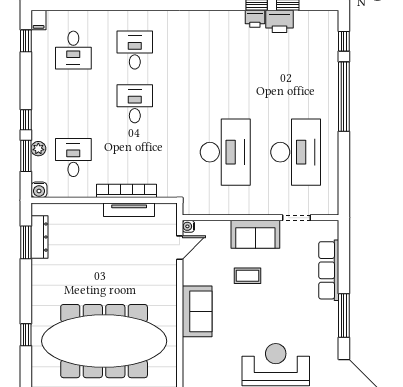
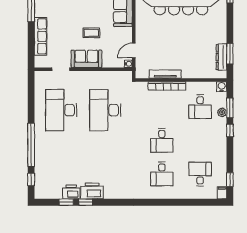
printer: (255, 19) -> (92, 191), width x1.87, depth x1.48

